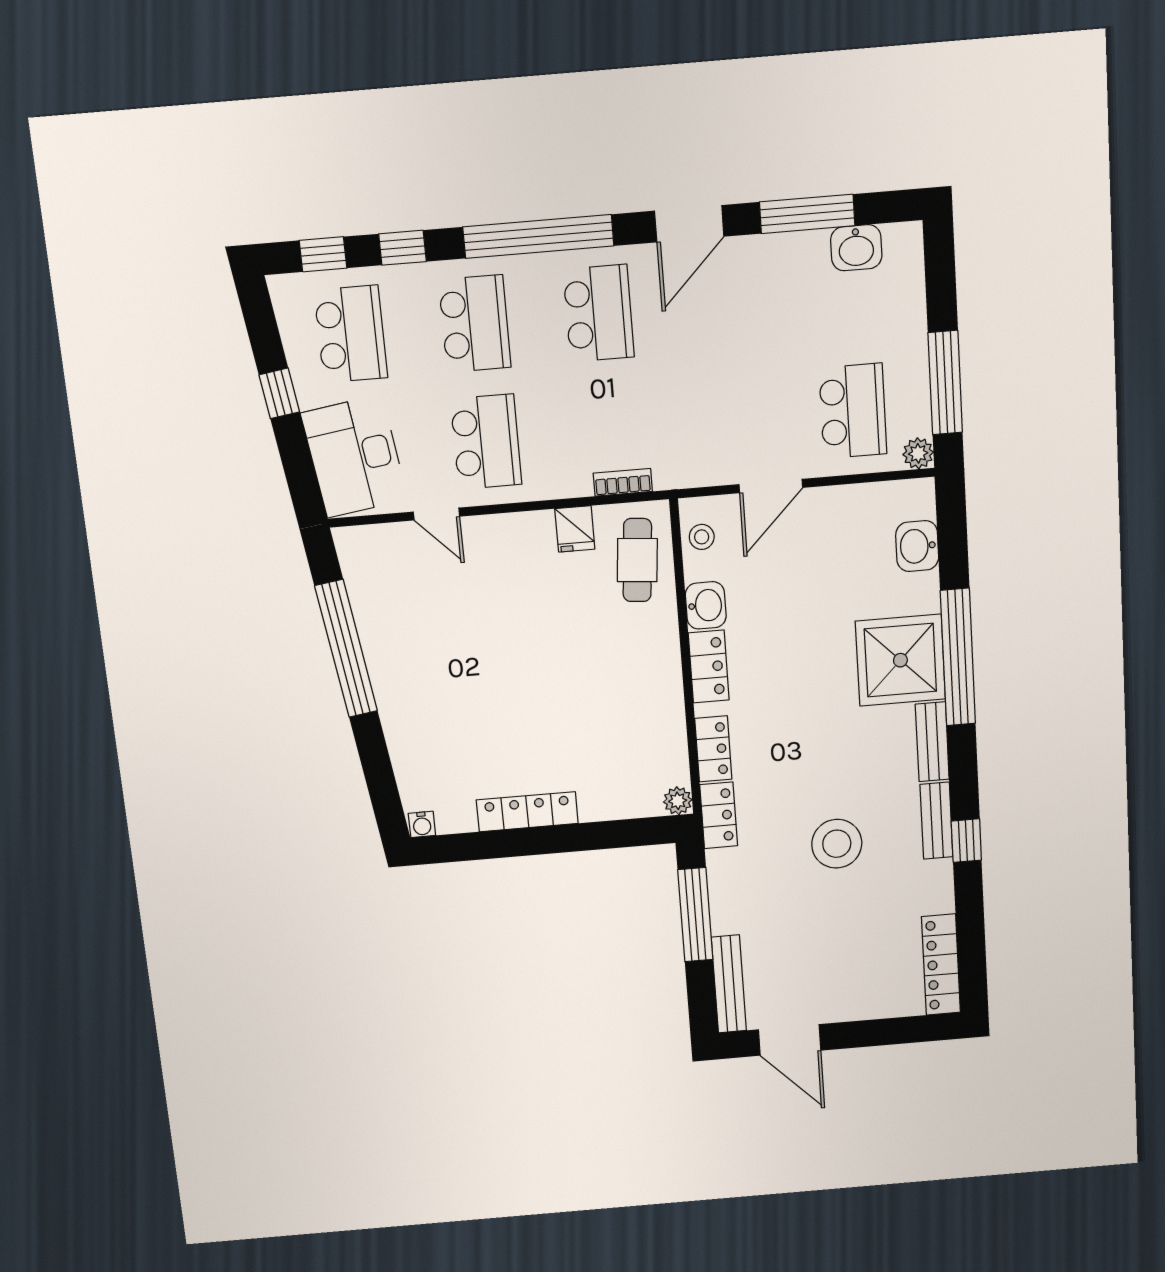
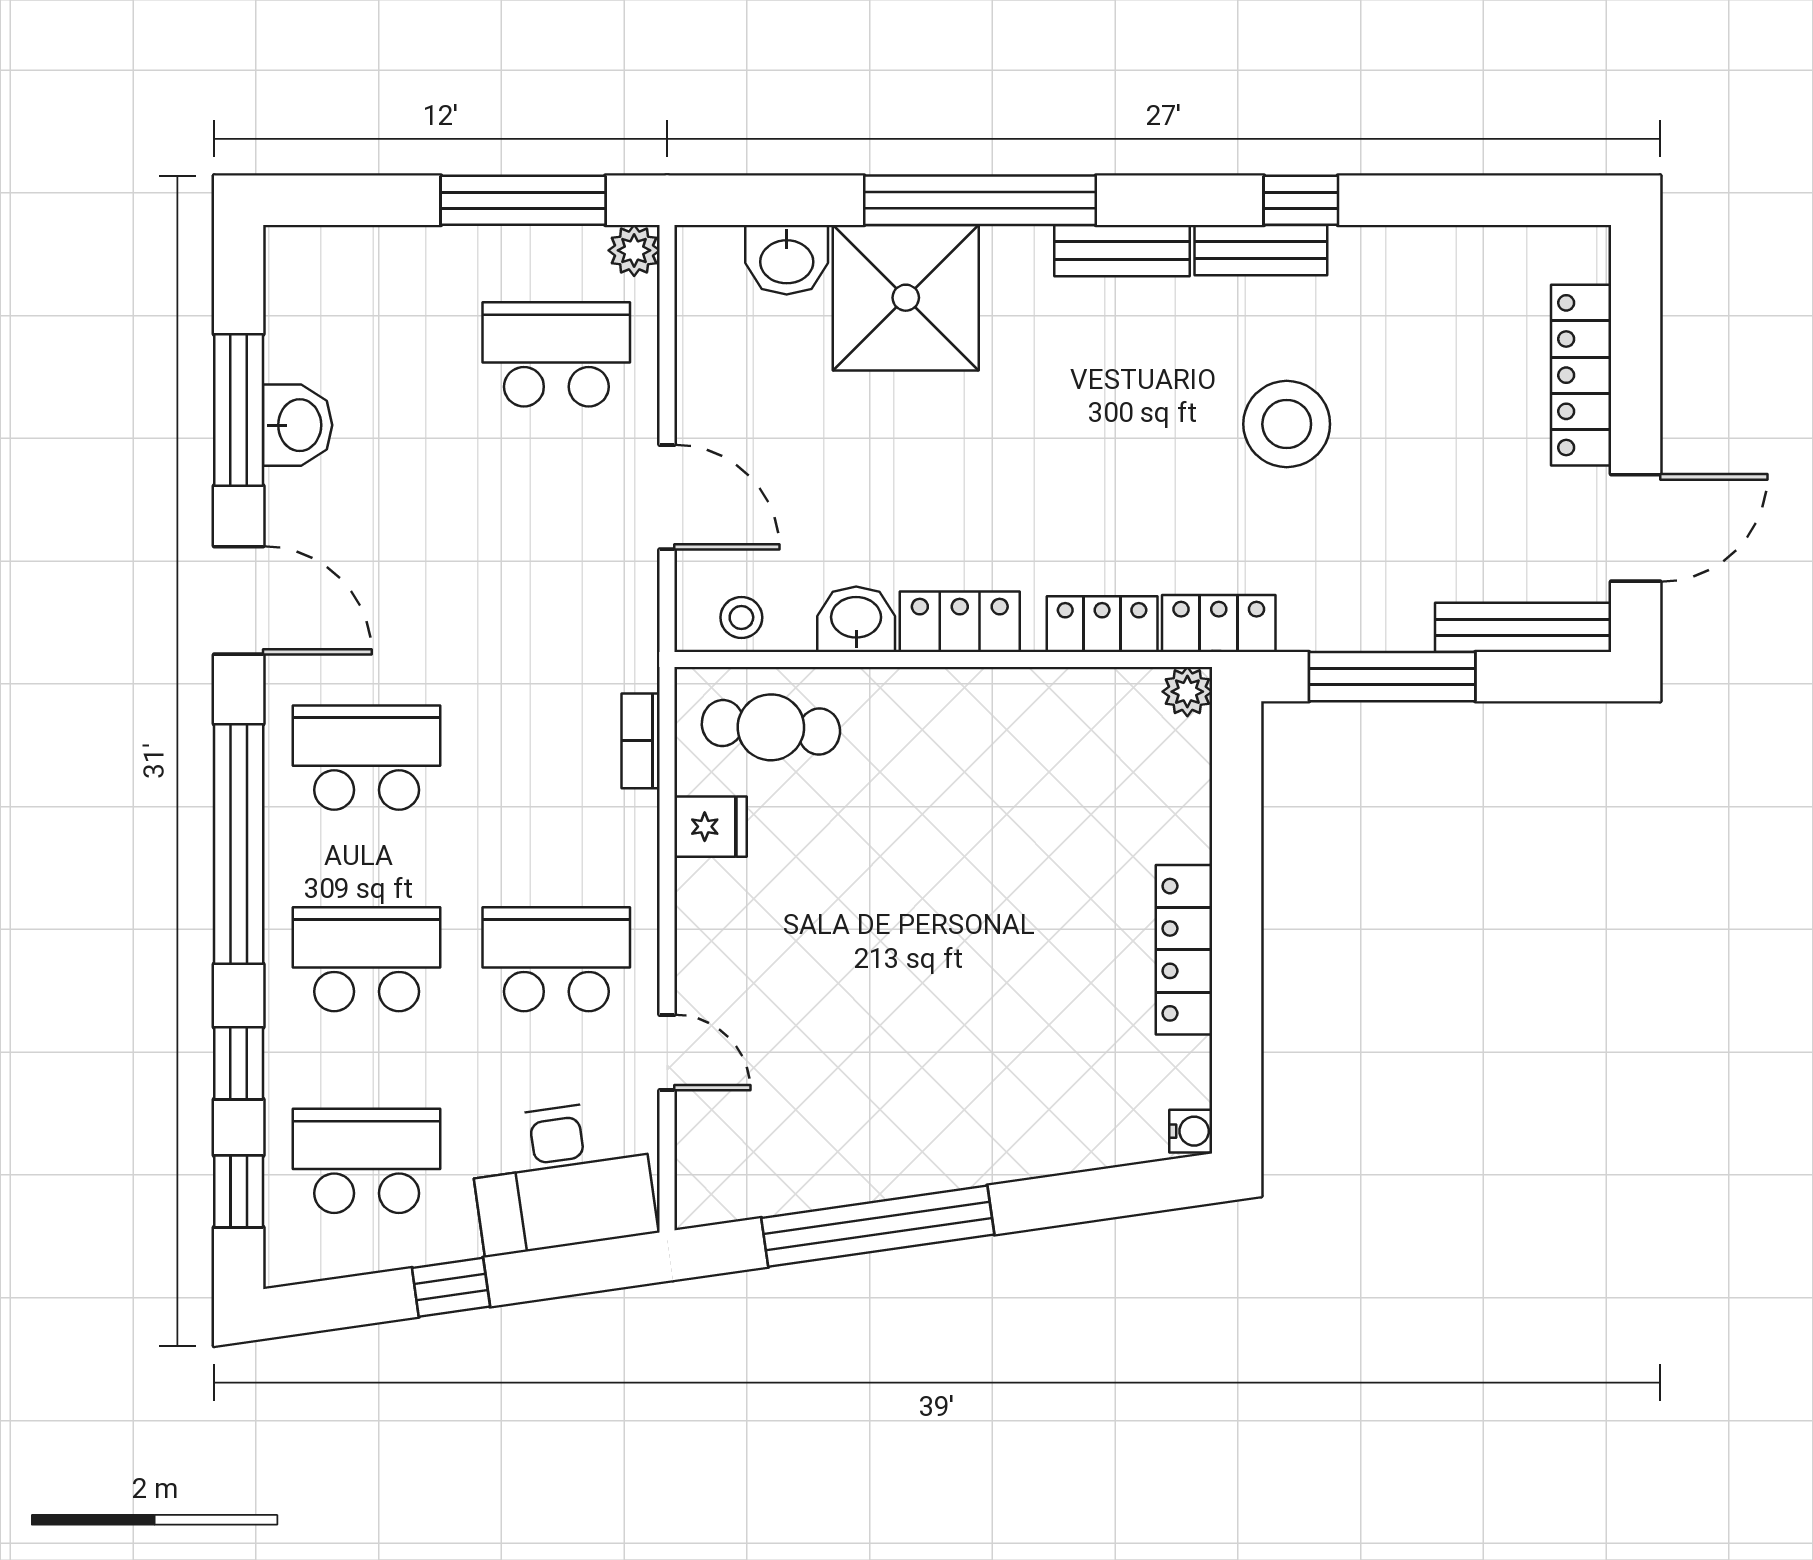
washbasin: (856, 248) -> (298, 425), moved
door: (436, 514) -> (667, 1052), hinge flipped
shower: (900, 660) -> (906, 298), moved
locker: (941, 965) -> (1581, 375), moved, turned 90

